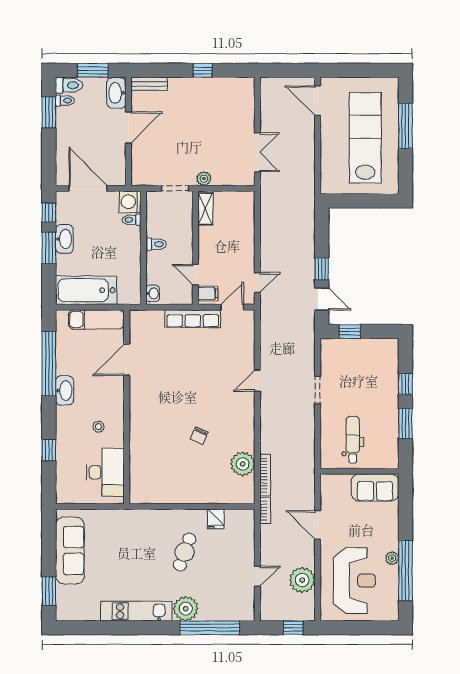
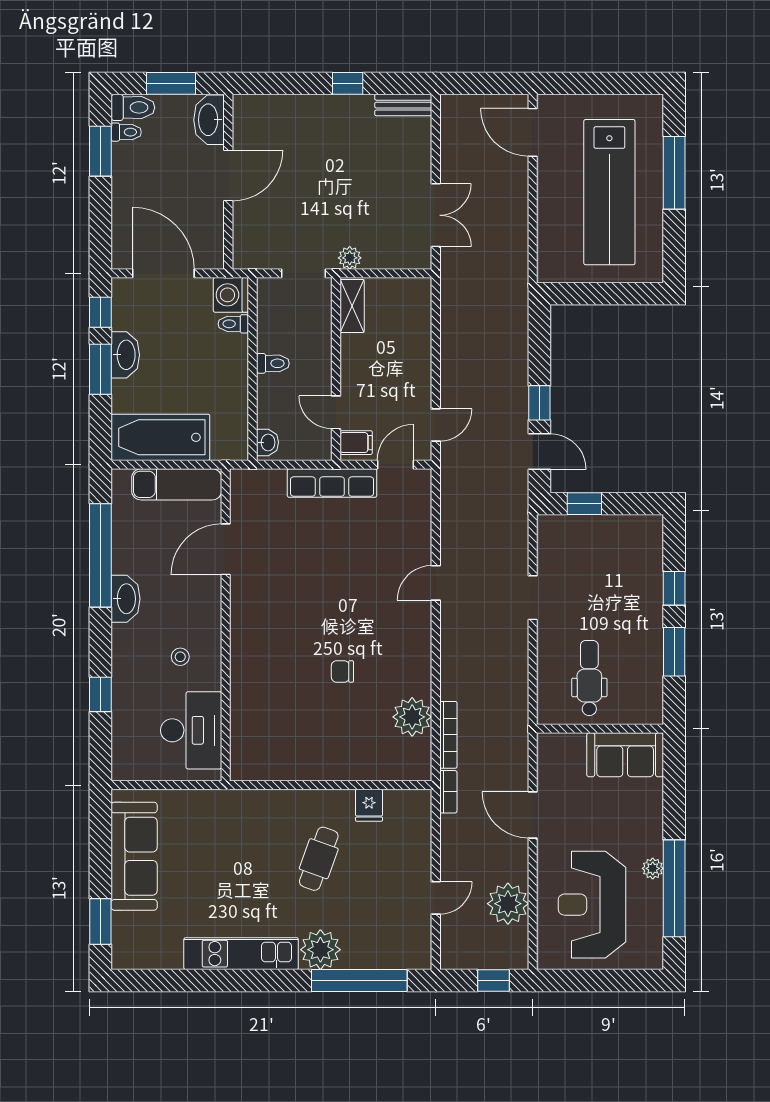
bench: (150, 84) -> (403, 105), moved
lab bench: (365, 138) -> (609, 192), turned 180
chair: (199, 436) -> (342, 671), turned 66
reception desk: (354, 581) -> (592, 905), turned 180

